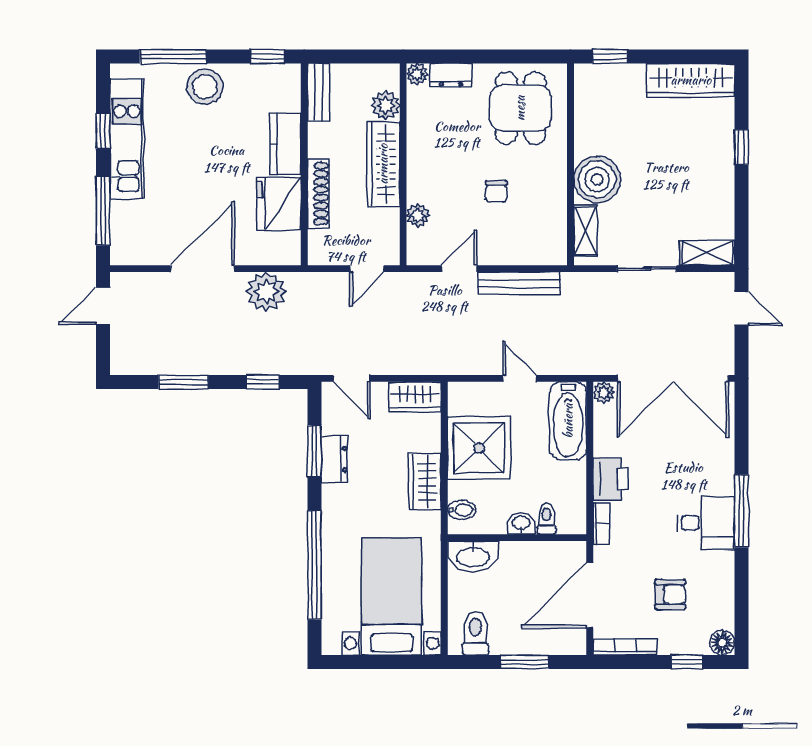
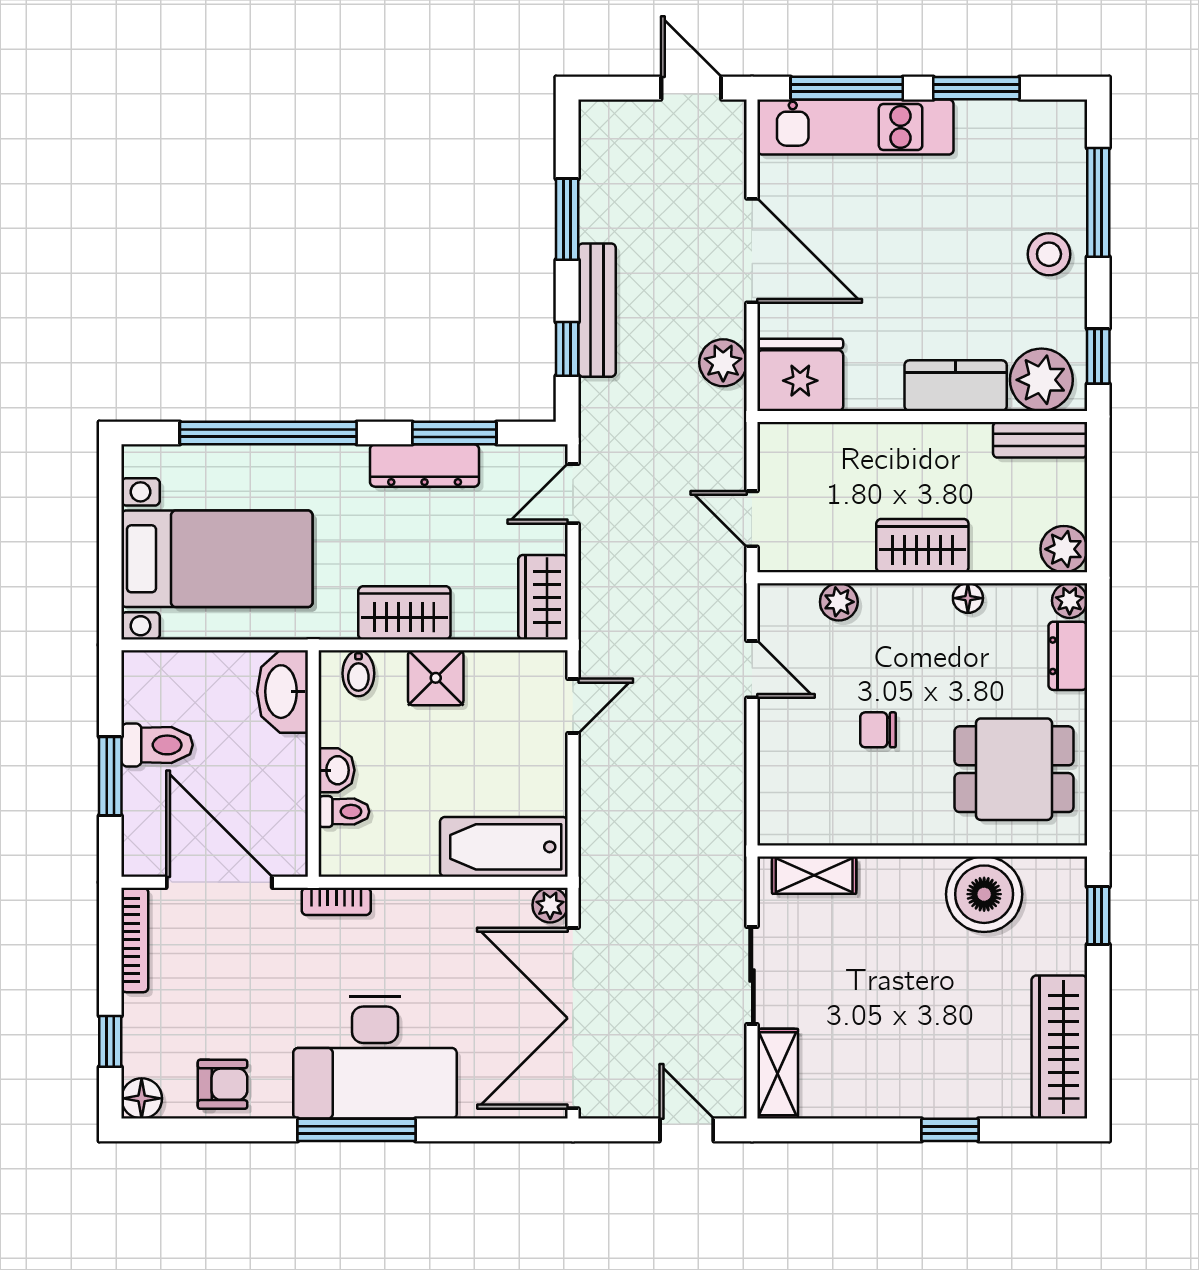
stool: (205, 87) -> (1049, 254), width x0.73, depth x0.73
plant: (282, 91) -> (1041, 380), added
plant: (386, 105) -> (1064, 549), moved
window: (103, 131) -> (976, 88), width x1.50
floor lamp: (416, 136) -> (968, 598), added
kitchen unit: (127, 139) -> (855, 127), moved
wardrobe: (383, 164) -> (922, 546), width x0.67
boiler: (597, 179) -> (984, 894), moved
shoe rack: (318, 194) -> (874, 439), removed
fridge: (279, 203) -> (800, 375), moved
bench: (519, 283) -> (597, 310), moved
plant: (266, 292) -> (723, 363), width x0.73, depth x0.73
door: (742, 309) -> (687, 1130), swing flipped
door: (520, 378) -> (573, 706), moved
shower: (479, 448) -> (436, 678), width x0.54, depth x0.54
dresser: (334, 459) -> (425, 466), width x1.44
printer: (610, 479) -> (409, 916), removed
desk: (706, 523) -> (375, 1058), width x1.87, depth x1.30
armchair: (670, 594) -> (223, 1084), moved, turned -90
toilet: (475, 633) -> (157, 745), moved

